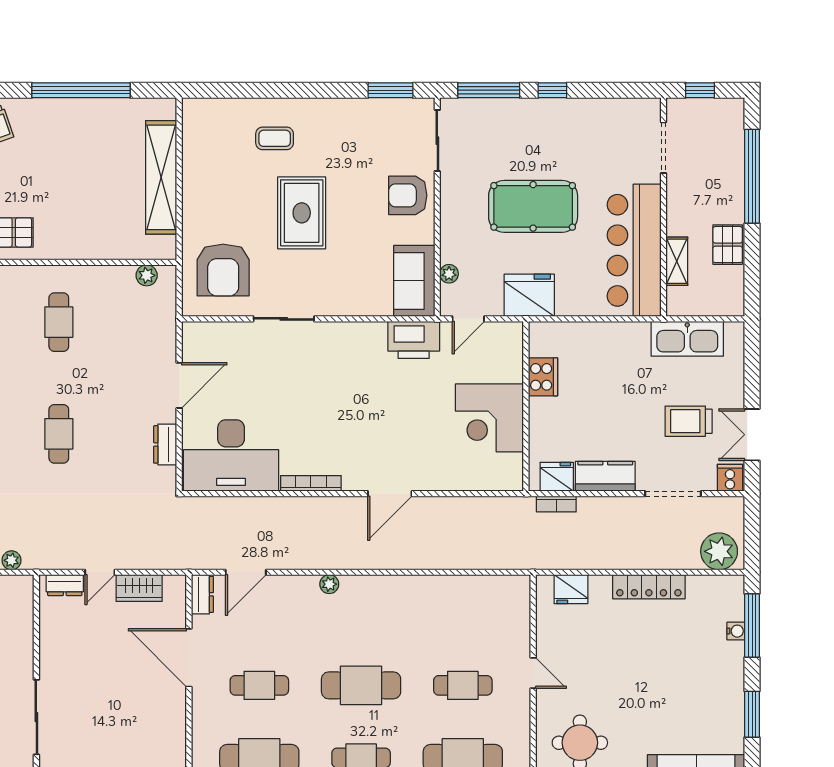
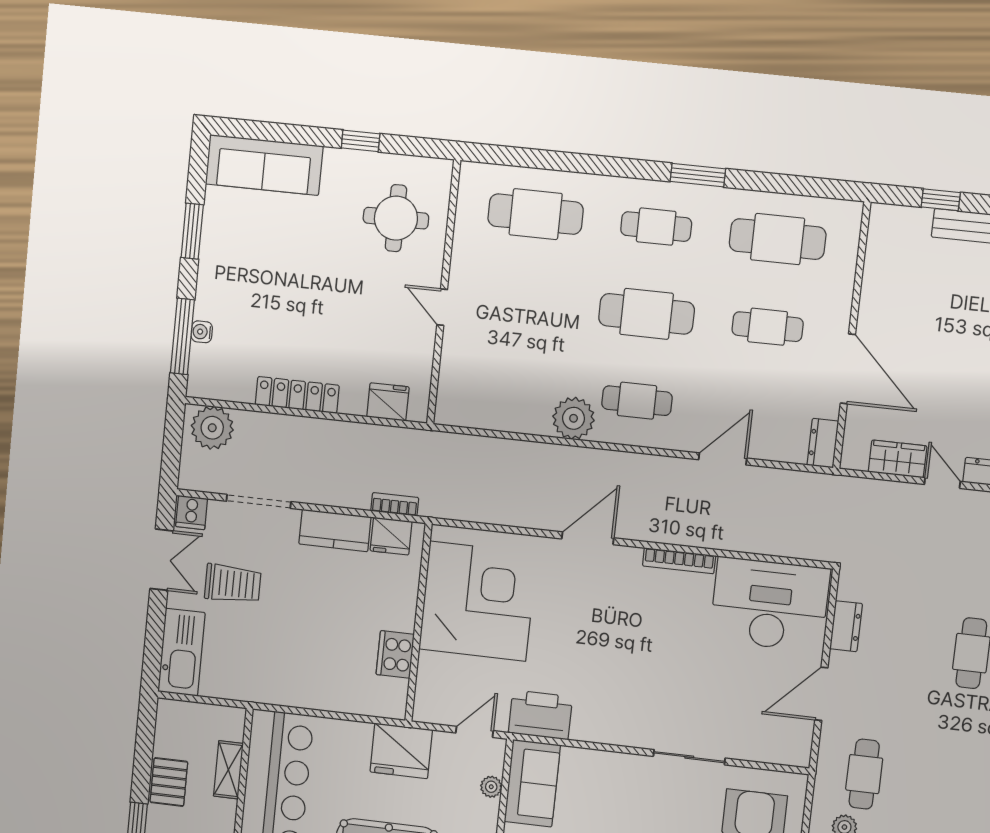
cafe table: (59, 322) -> (864, 774), moved
kitchen sink: (687, 339) -> (181, 652), moved, turned 90
corner desk: (489, 418) -> (478, 601), width x1.36, depth x1.36
door: (100, 572) -> (942, 483), hinge flipped
door: (246, 572) -> (723, 459), moved
plant: (329, 584) -> (574, 418), moved, width x1.88, depth x1.88
cafe table: (463, 685) -> (637, 401), moved

